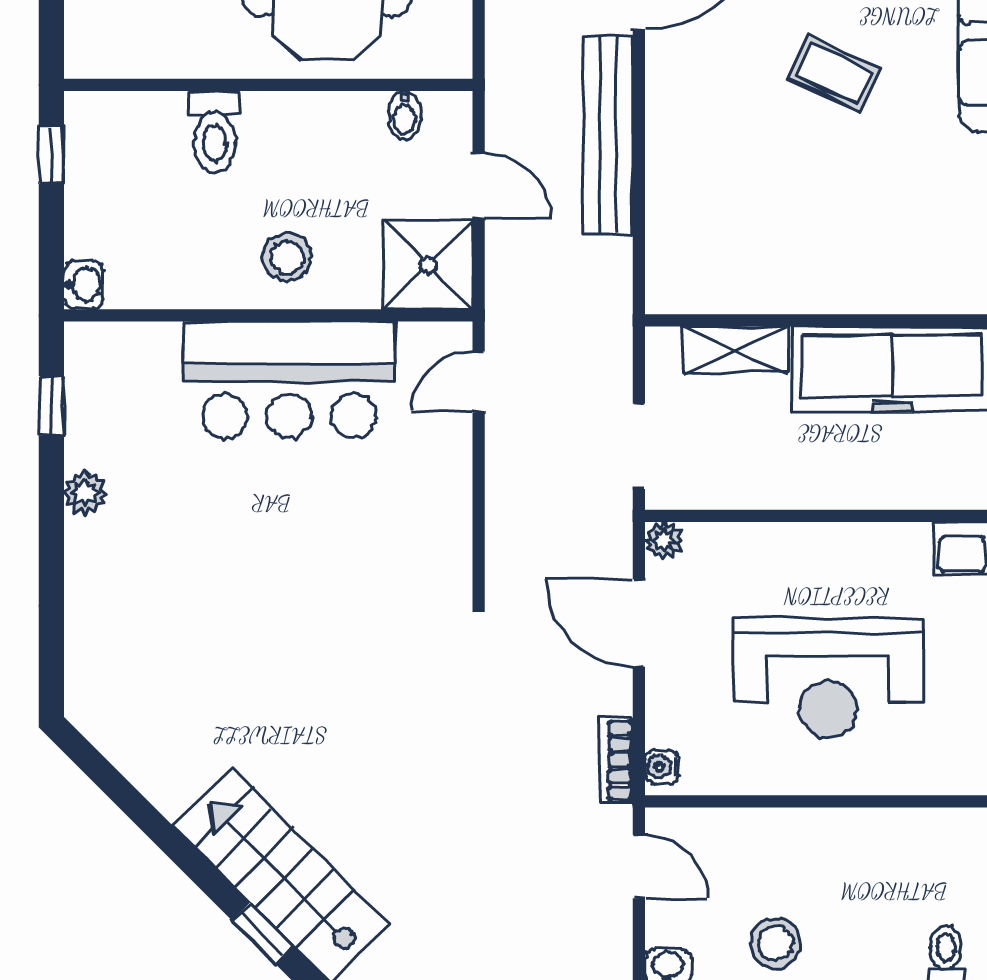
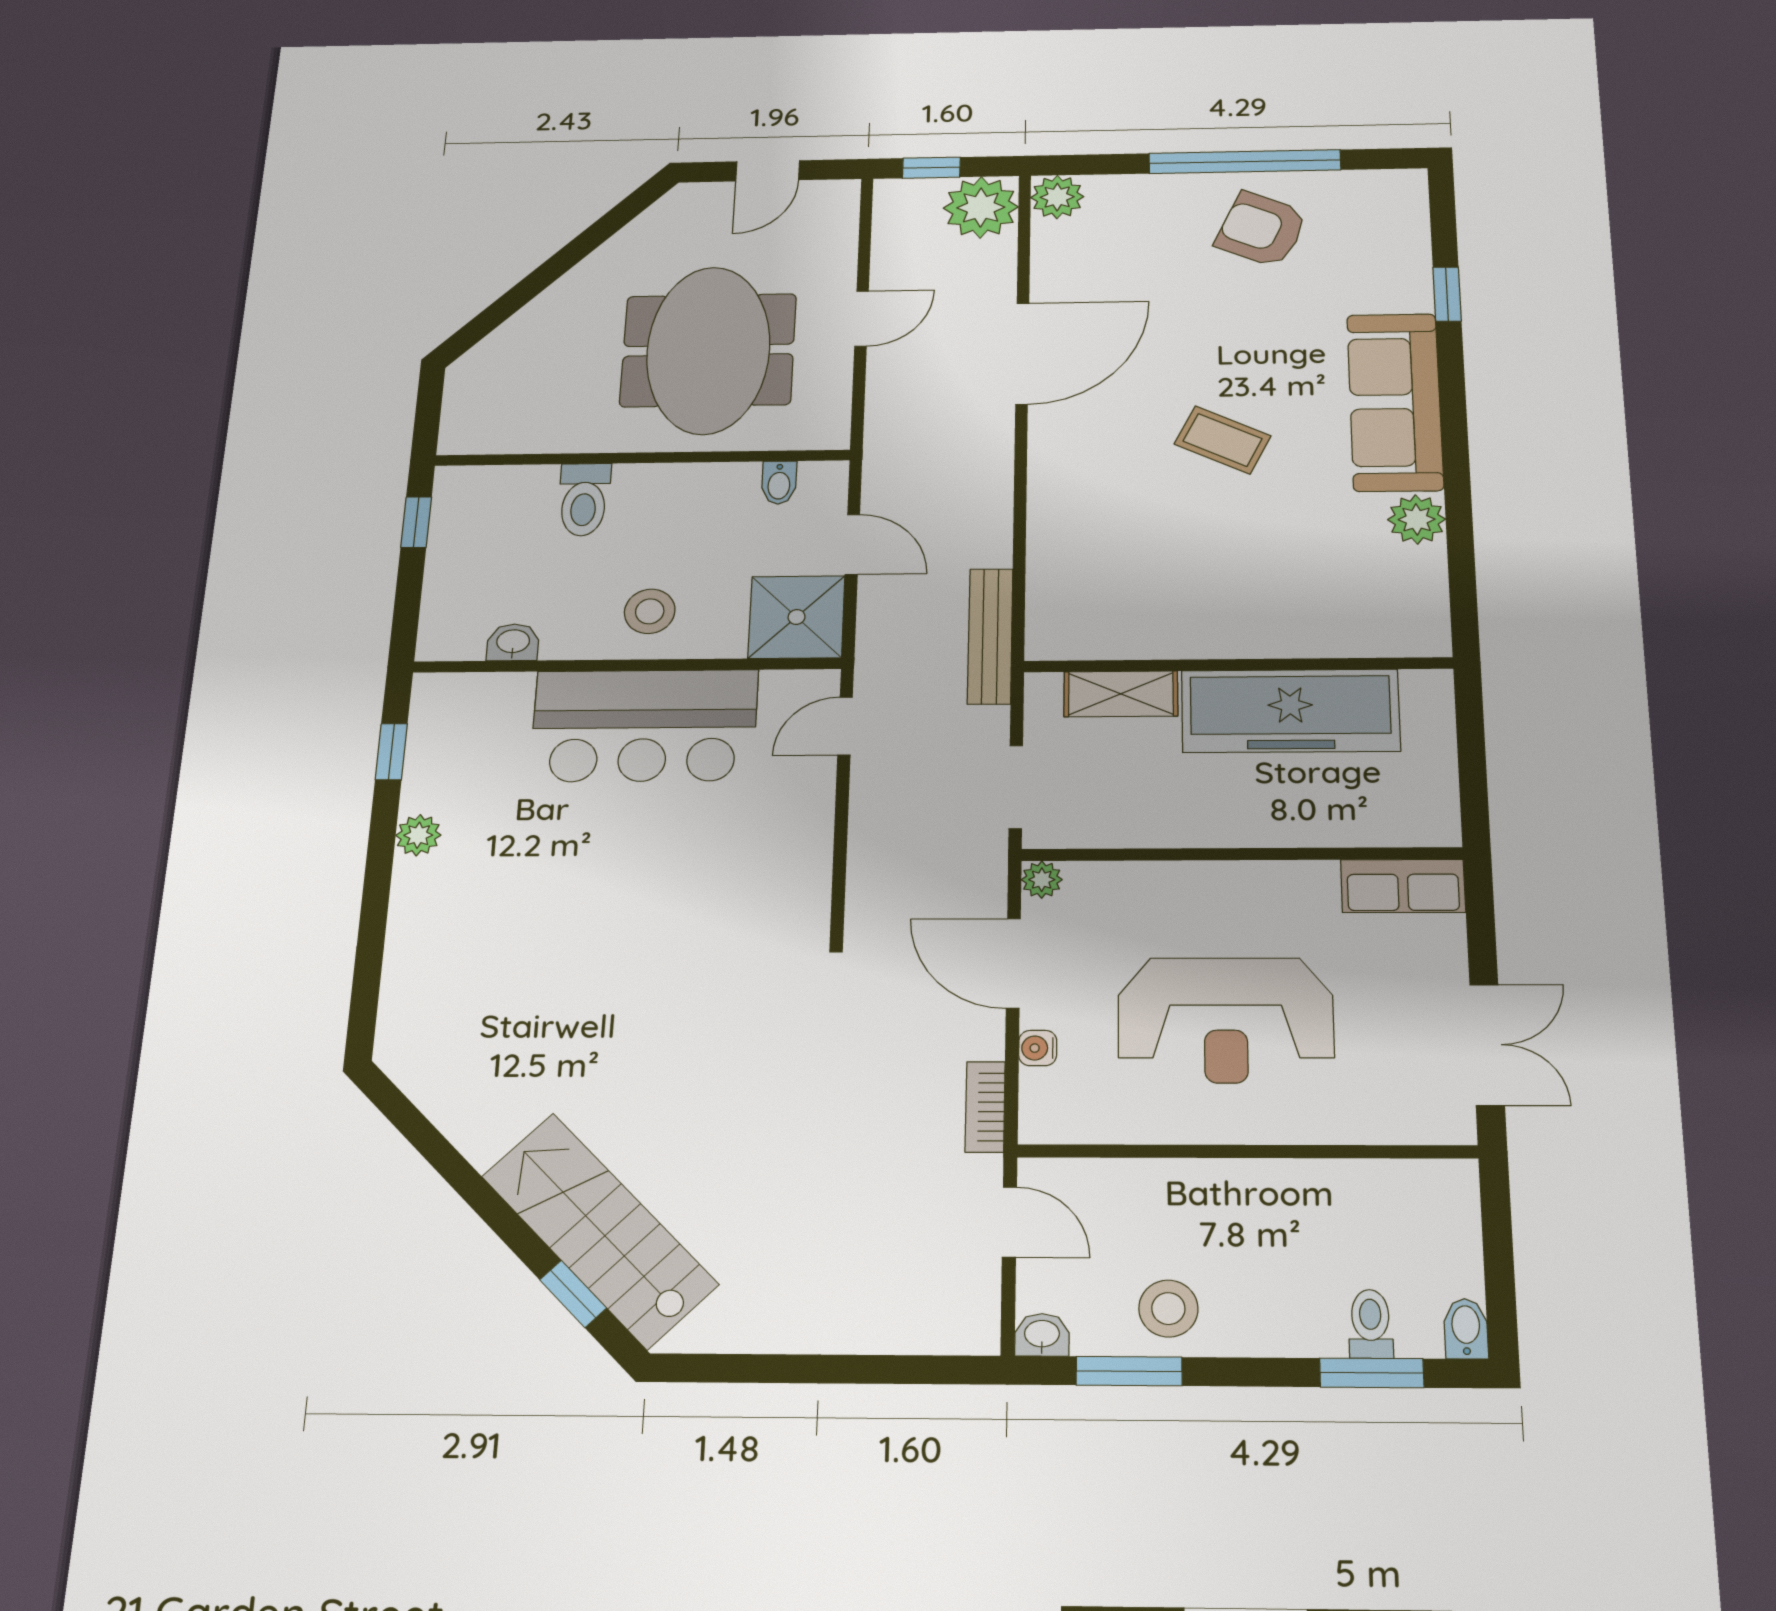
bench: (608, 136) -> (990, 636), moved, width x0.73, depth x0.82
washbasin: (84, 285) -> (513, 642), moved, turned -90
water cooler: (662, 767) -> (1038, 1048), moved

